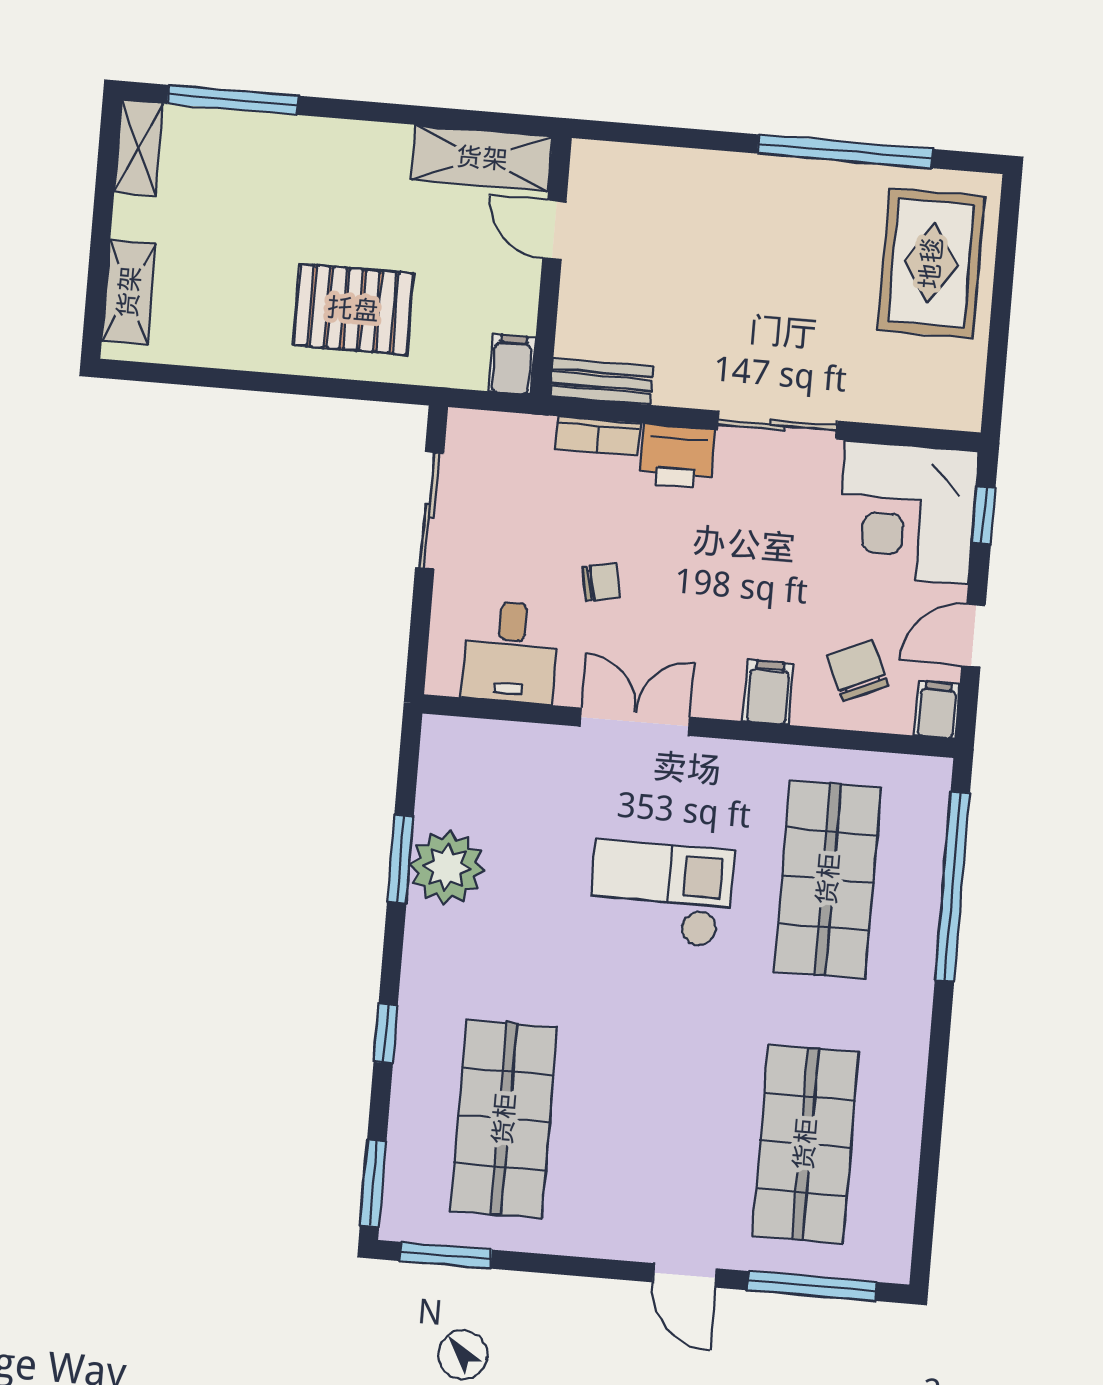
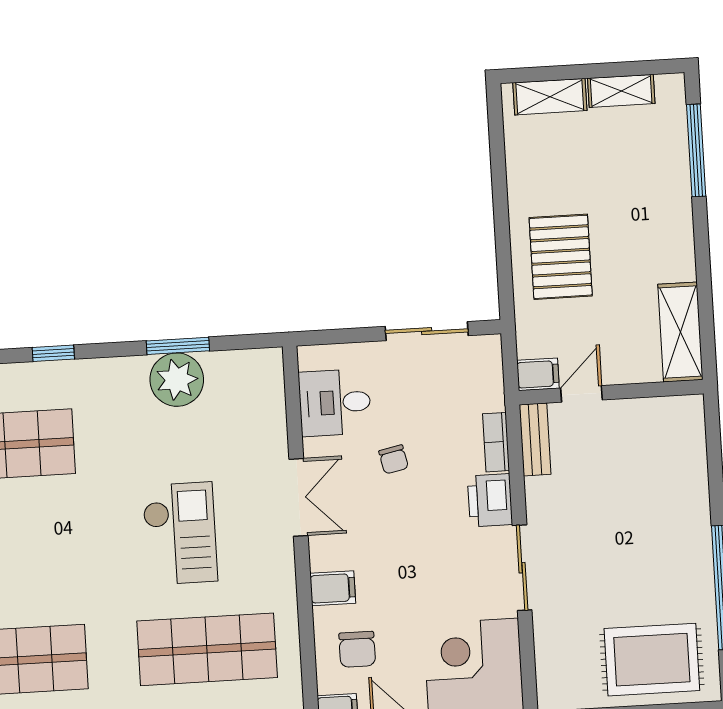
shelving: (139, 148) -> (621, 91), moved
door: (554, 230) -> (582, 394), moved
chair: (858, 671) -> (357, 649), turned 114

